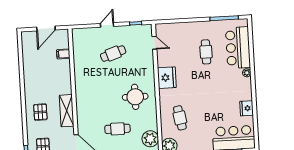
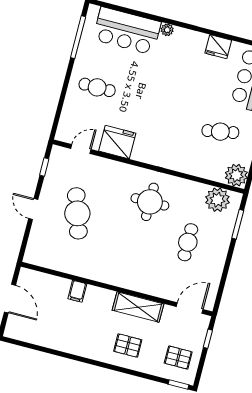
cafe table: (206, 52) -> (97, 87), moved
filing cabinet: (63, 54) -> (77, 291), moved
cafe table: (113, 54) -> (77, 213), width x1.37, depth x1.35
fridge: (167, 78) -> (117, 142), moved
cafe table: (180, 118) -> (220, 132), moved

